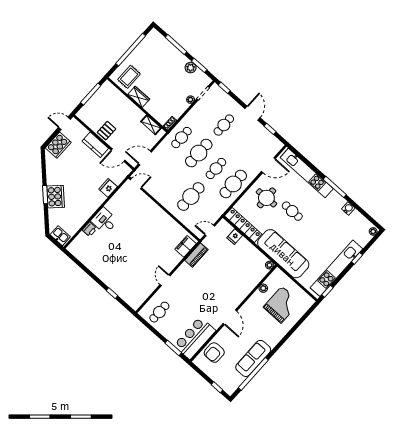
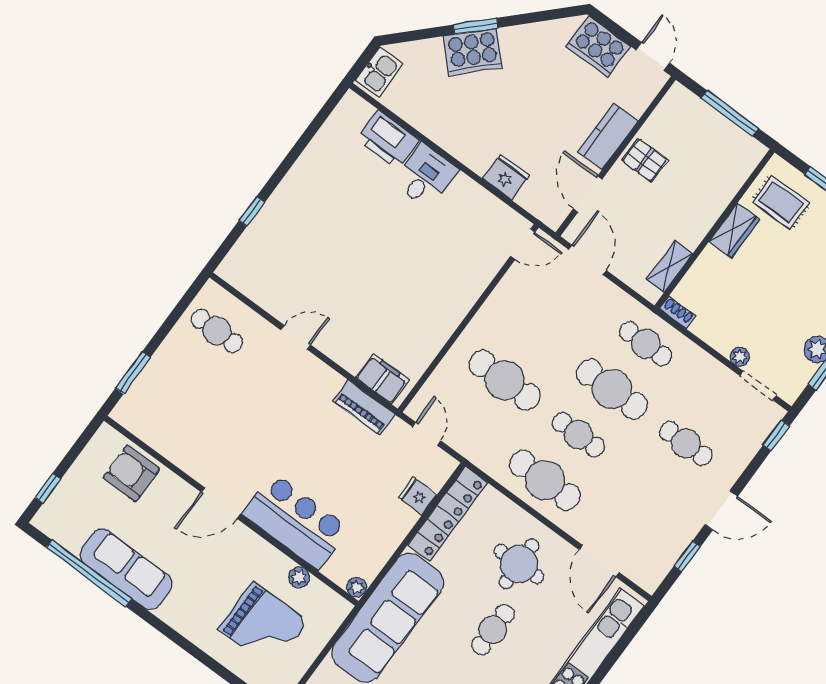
door: (136, 184) -> (523, 244), hinge flipped
printer: (90, 229) -> (388, 140), width x1.87, depth x1.48
bar counter: (195, 338) -> (296, 521), moved

